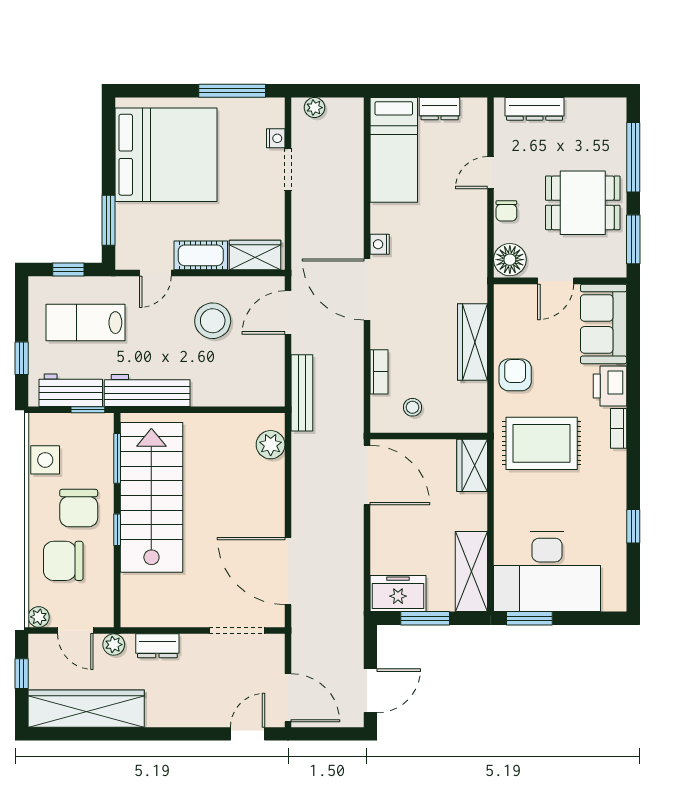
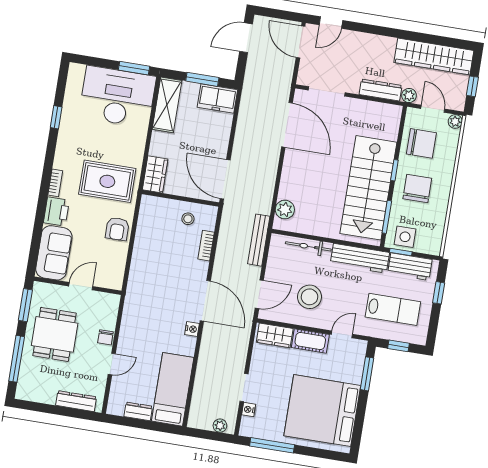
dining table: (583, 203) -> (55, 334), turned 90
chair: (506, 211) -> (105, 337), turned 180
floor lamp: (510, 260) -> (108, 305), removed
wardrobe: (473, 342) -> (142, 255), removed
bicycle: (227, 396) -> (308, 246), added
side table: (45, 460) -> (405, 237), moved
chair: (63, 561) -> (421, 143), moved
dresser: (157, 646) -> (381, 90), width x1.44

